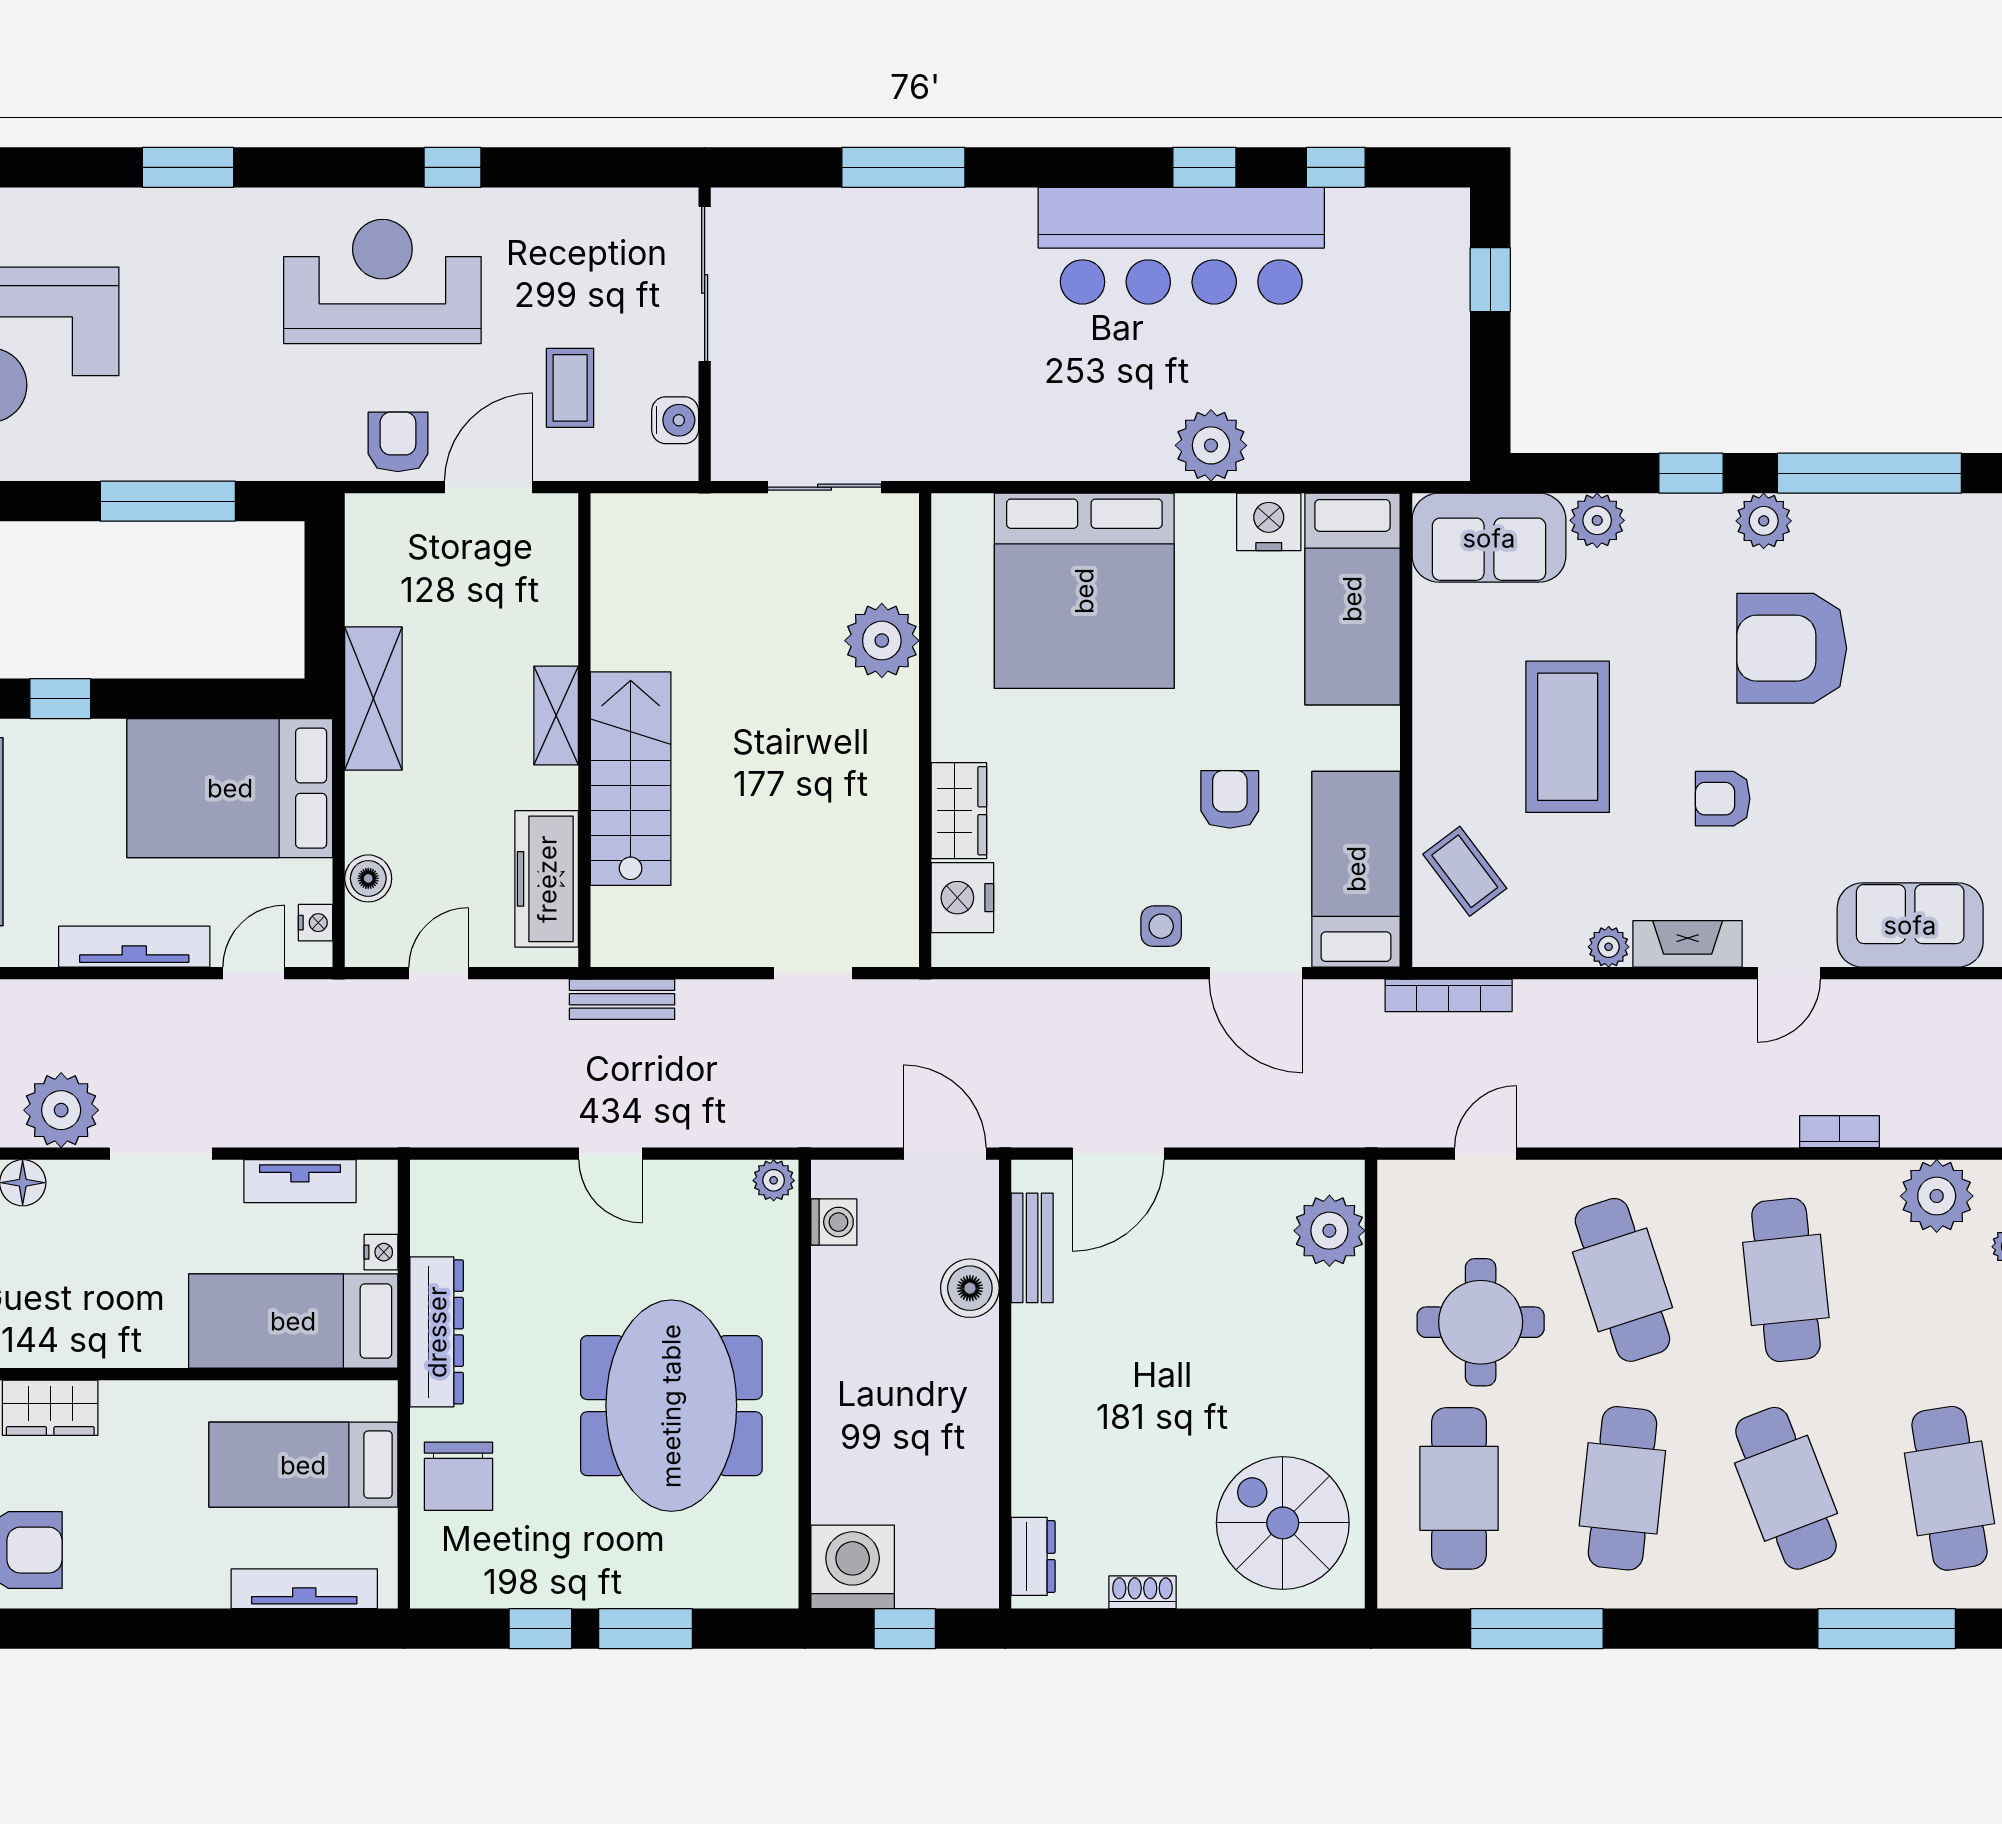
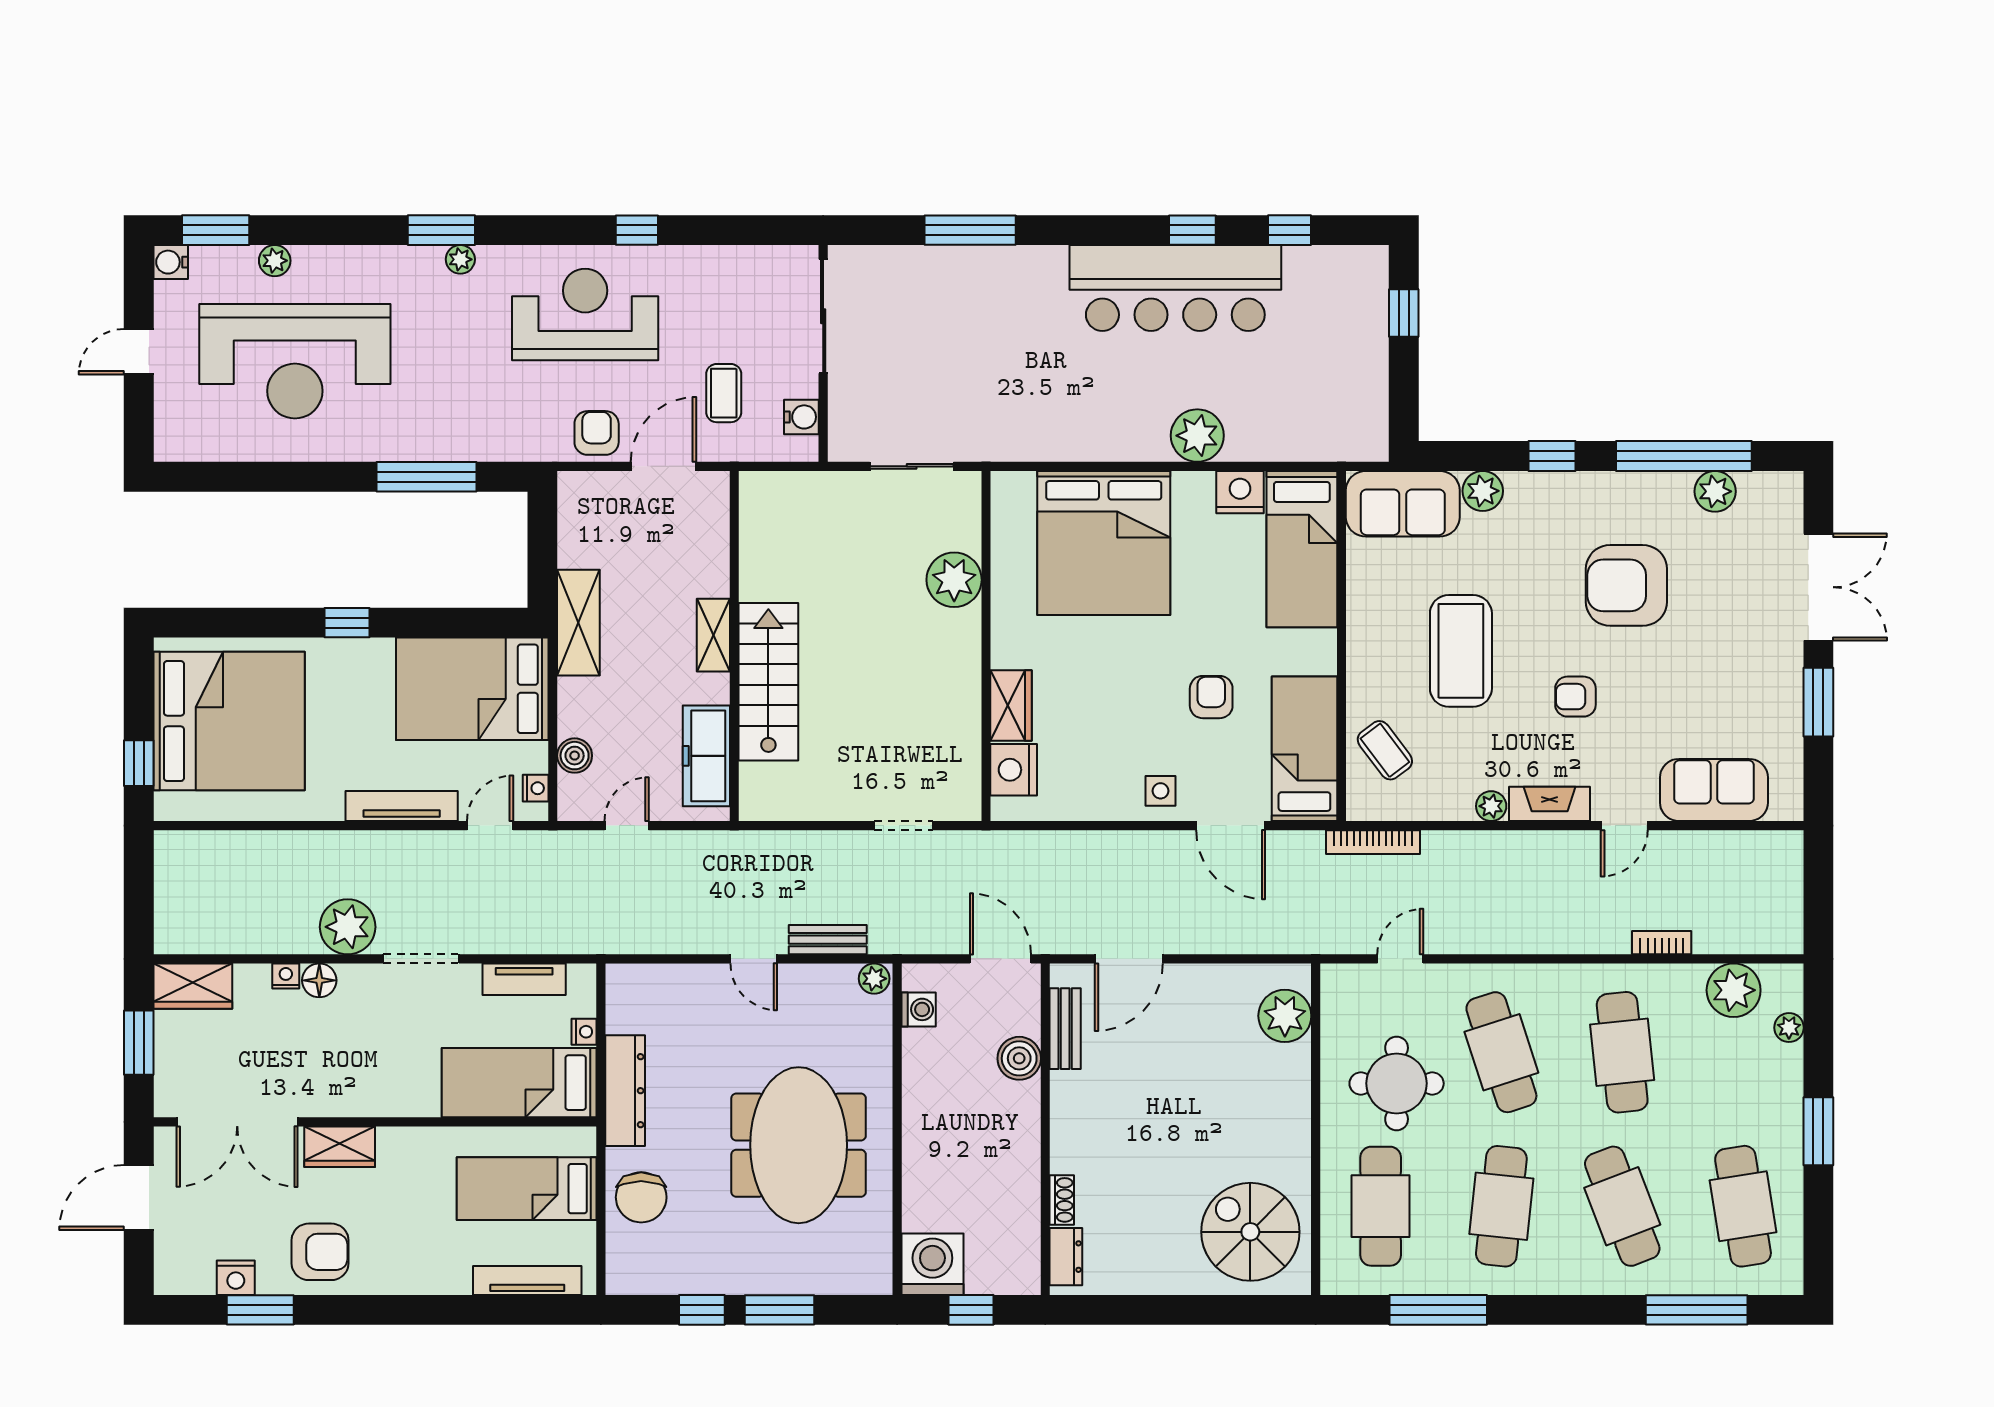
plant: (214, 207) -> (460, 259), added
plant: (1764, 521) -> (1715, 491), moved
bench: (622, 999) -> (828, 940), moved
shoe rack: (1142, 1592) -> (1062, 1200), moved, turned 90

